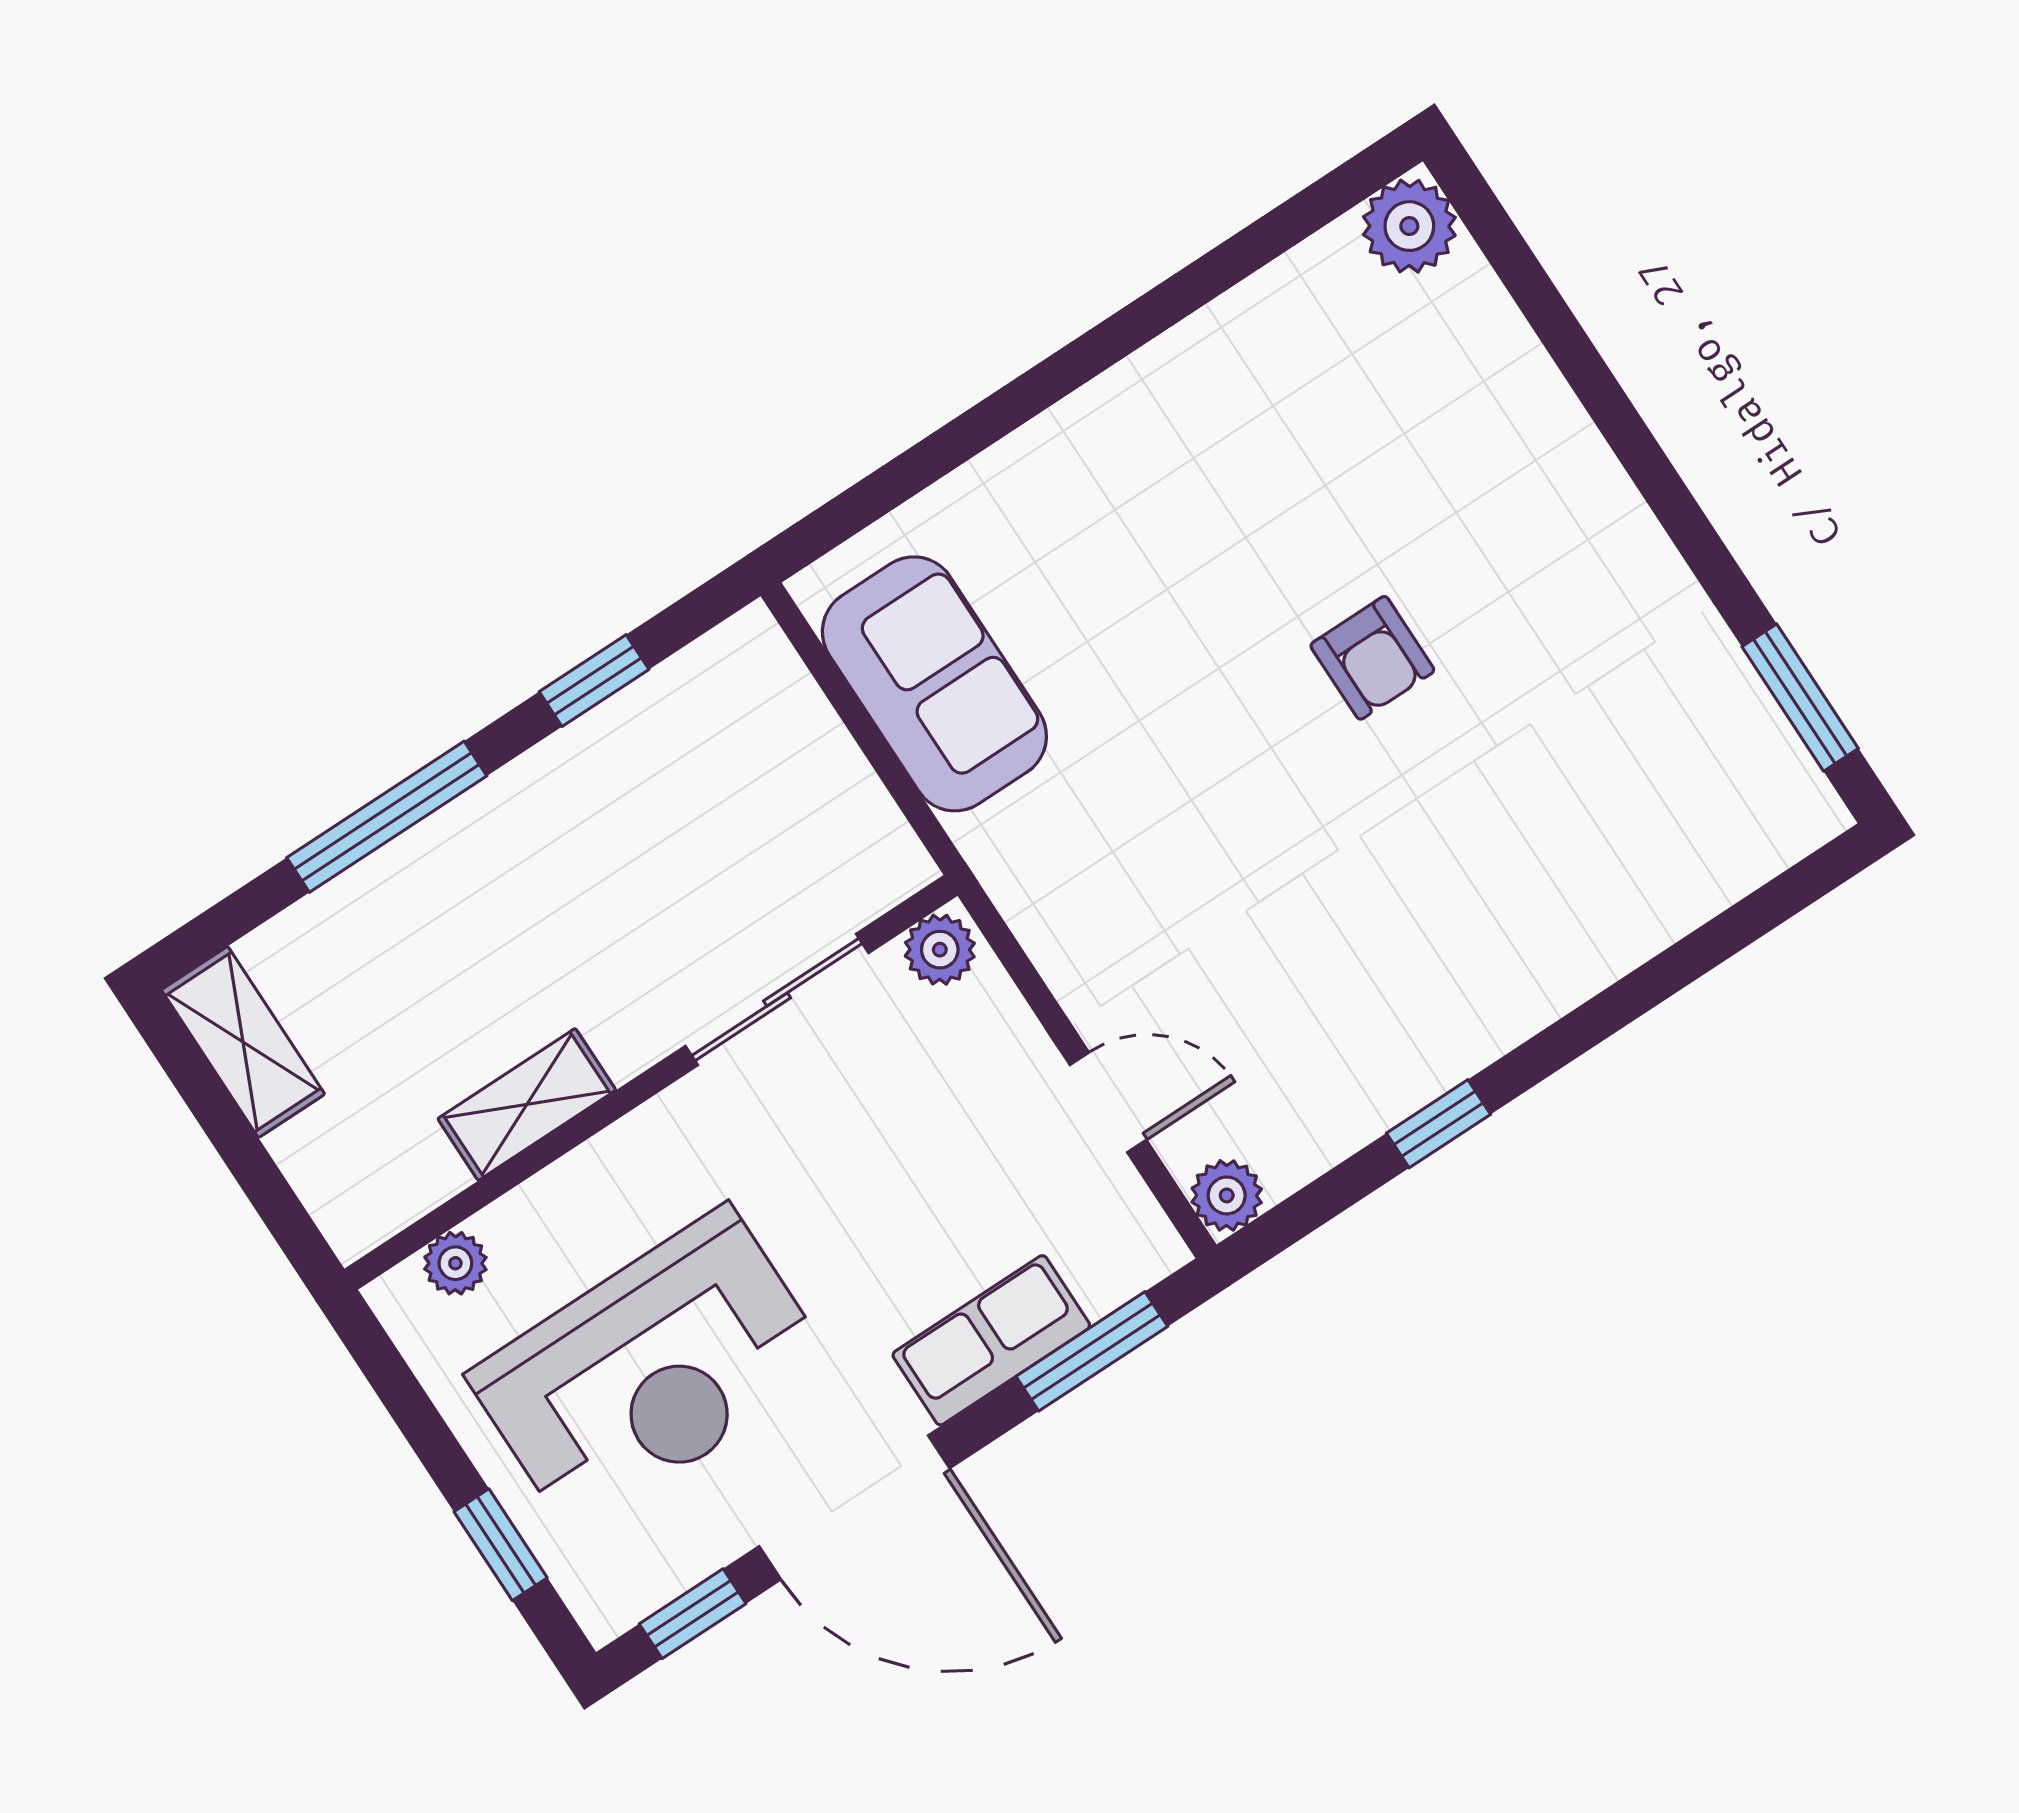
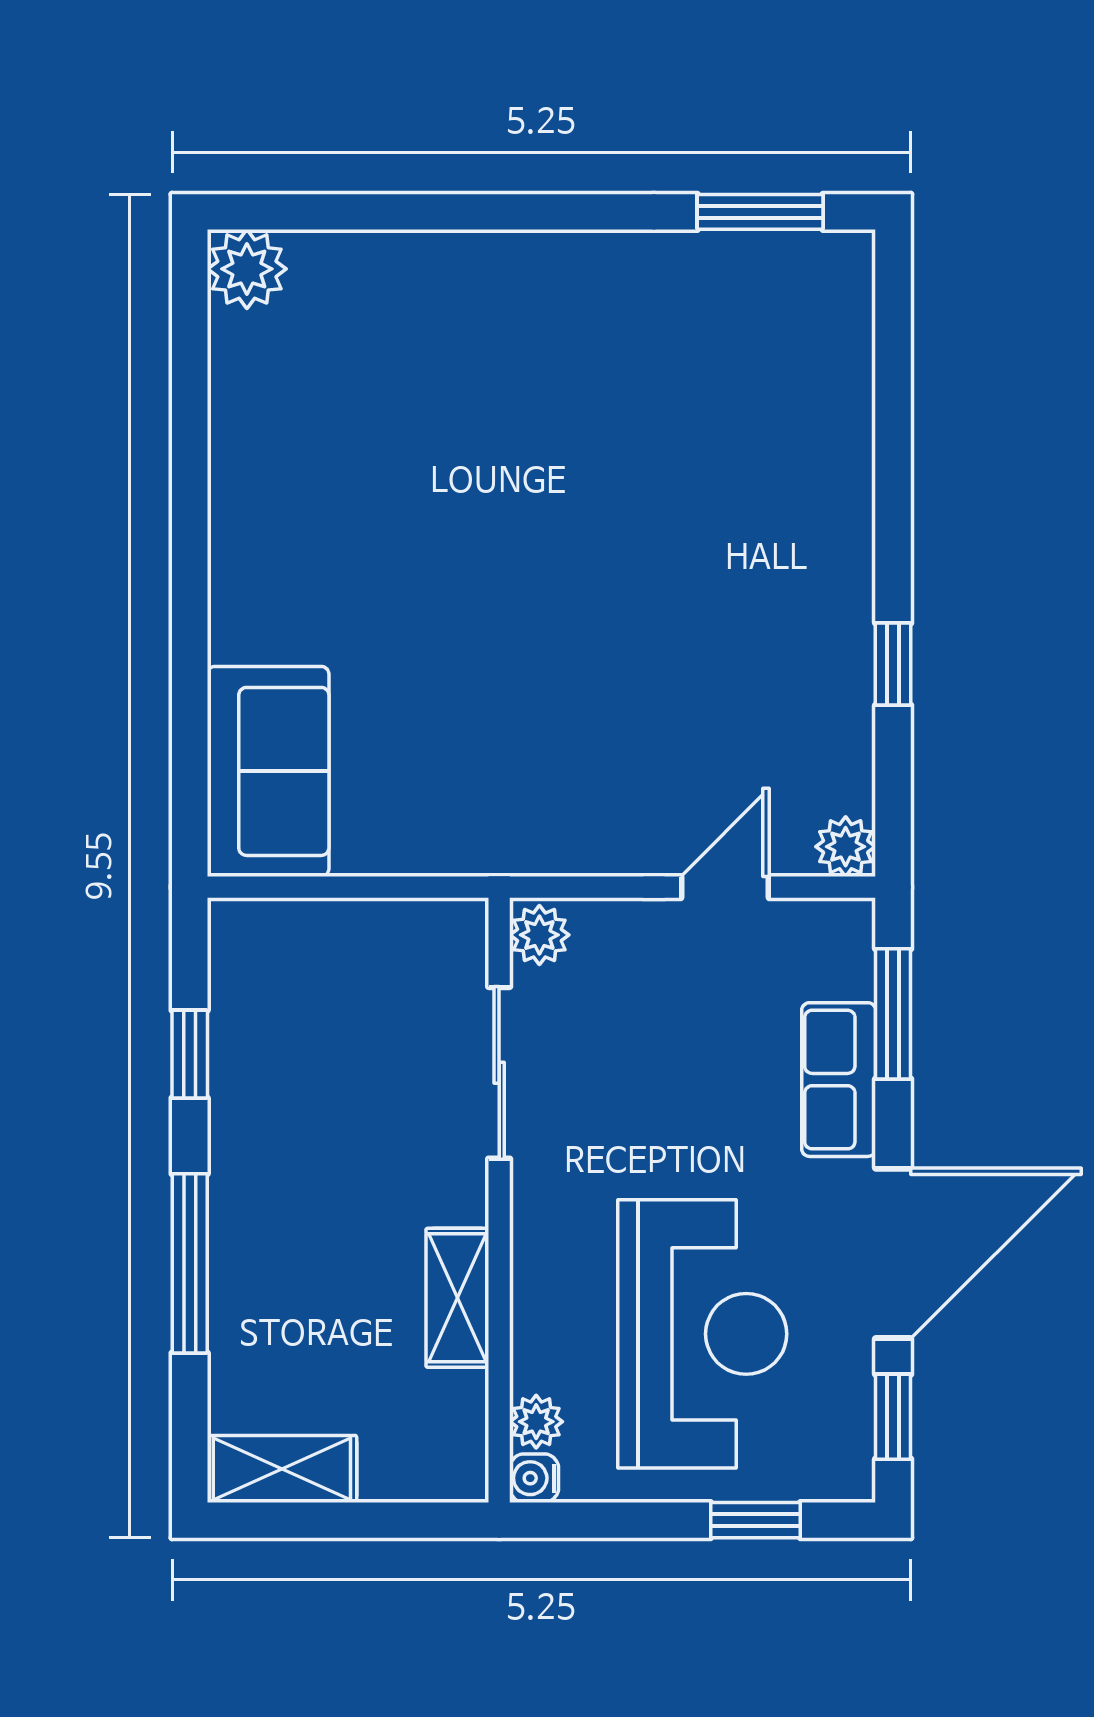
armchair: (1372, 658) -> (534, 495), removed
sofa: (934, 684) -> (268, 771), moved, turned 90
water cooler: (398, 1298) -> (534, 1478), added

